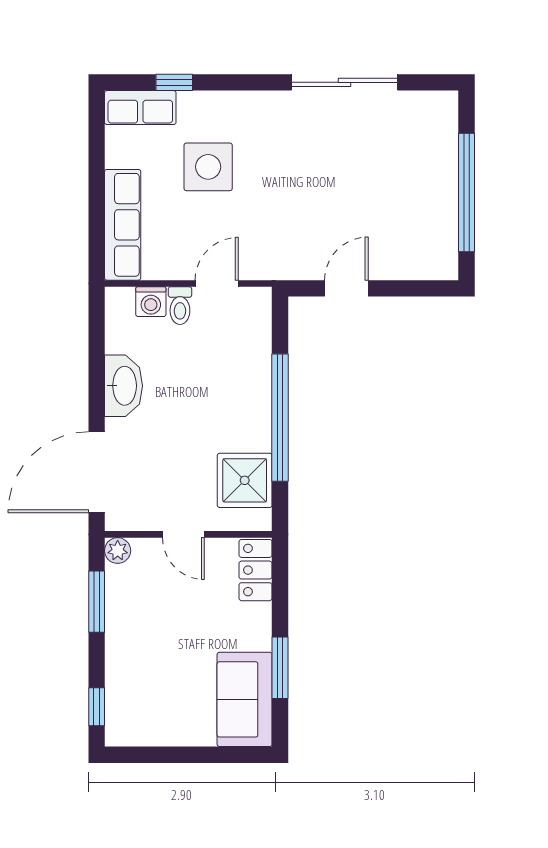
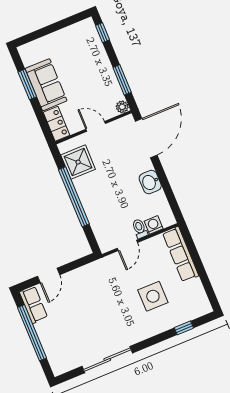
row of seats: (140, 108) -> (33, 305), moved, turned 90
door: (346, 288) -> (49, 275), moved
washbasin: (123, 386) -> (150, 182), width x0.72
sofa: (245, 699) -> (46, 85), moved

